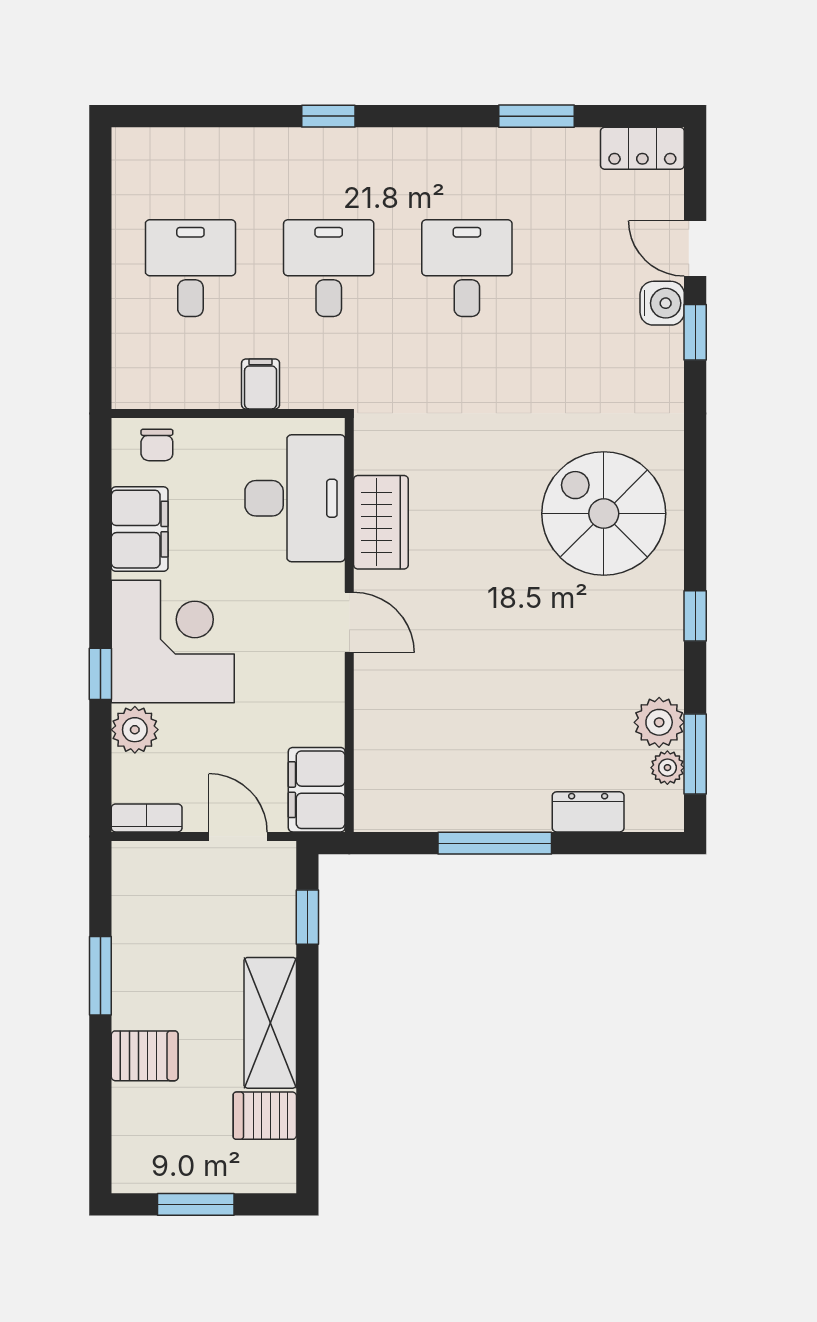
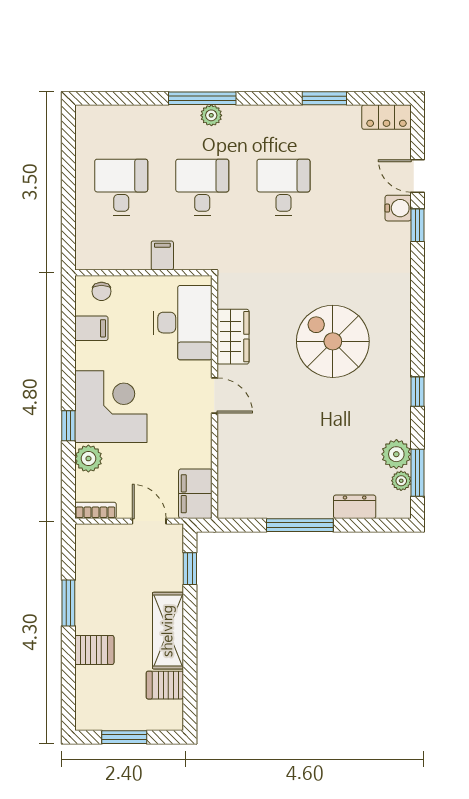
window: (328, 116) -> (202, 98), width x2.17
plant: (344, 145) -> (211, 115), added
spiral stairs: (604, 514) -> (333, 341), moved
filing cabinet: (140, 529) -> (91, 328), width x0.50

